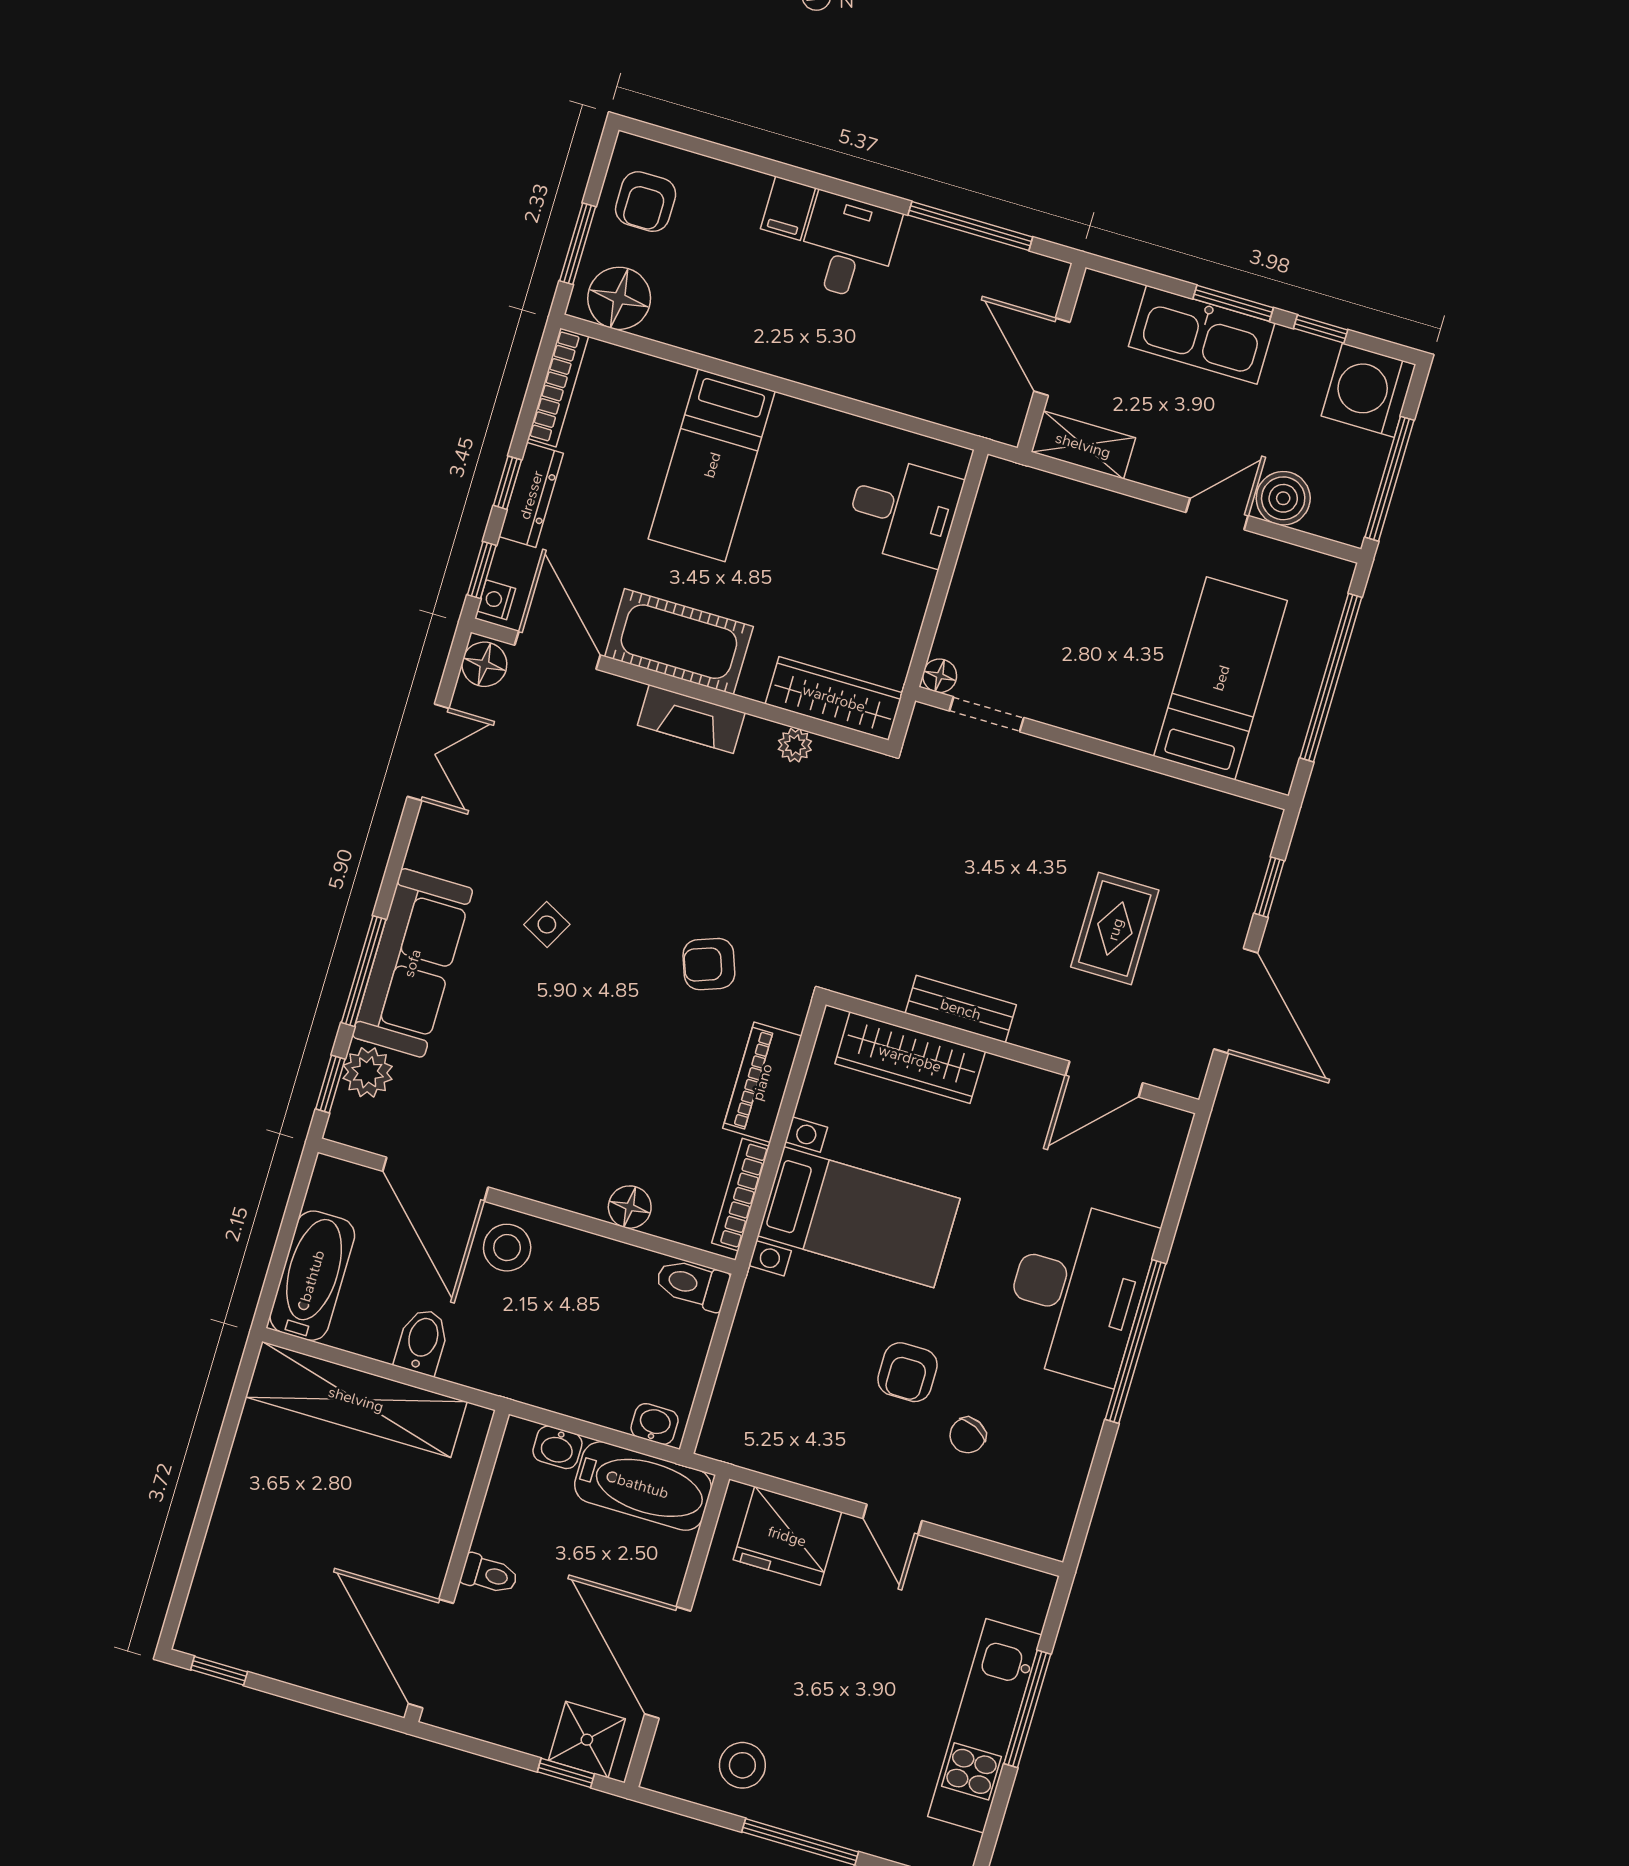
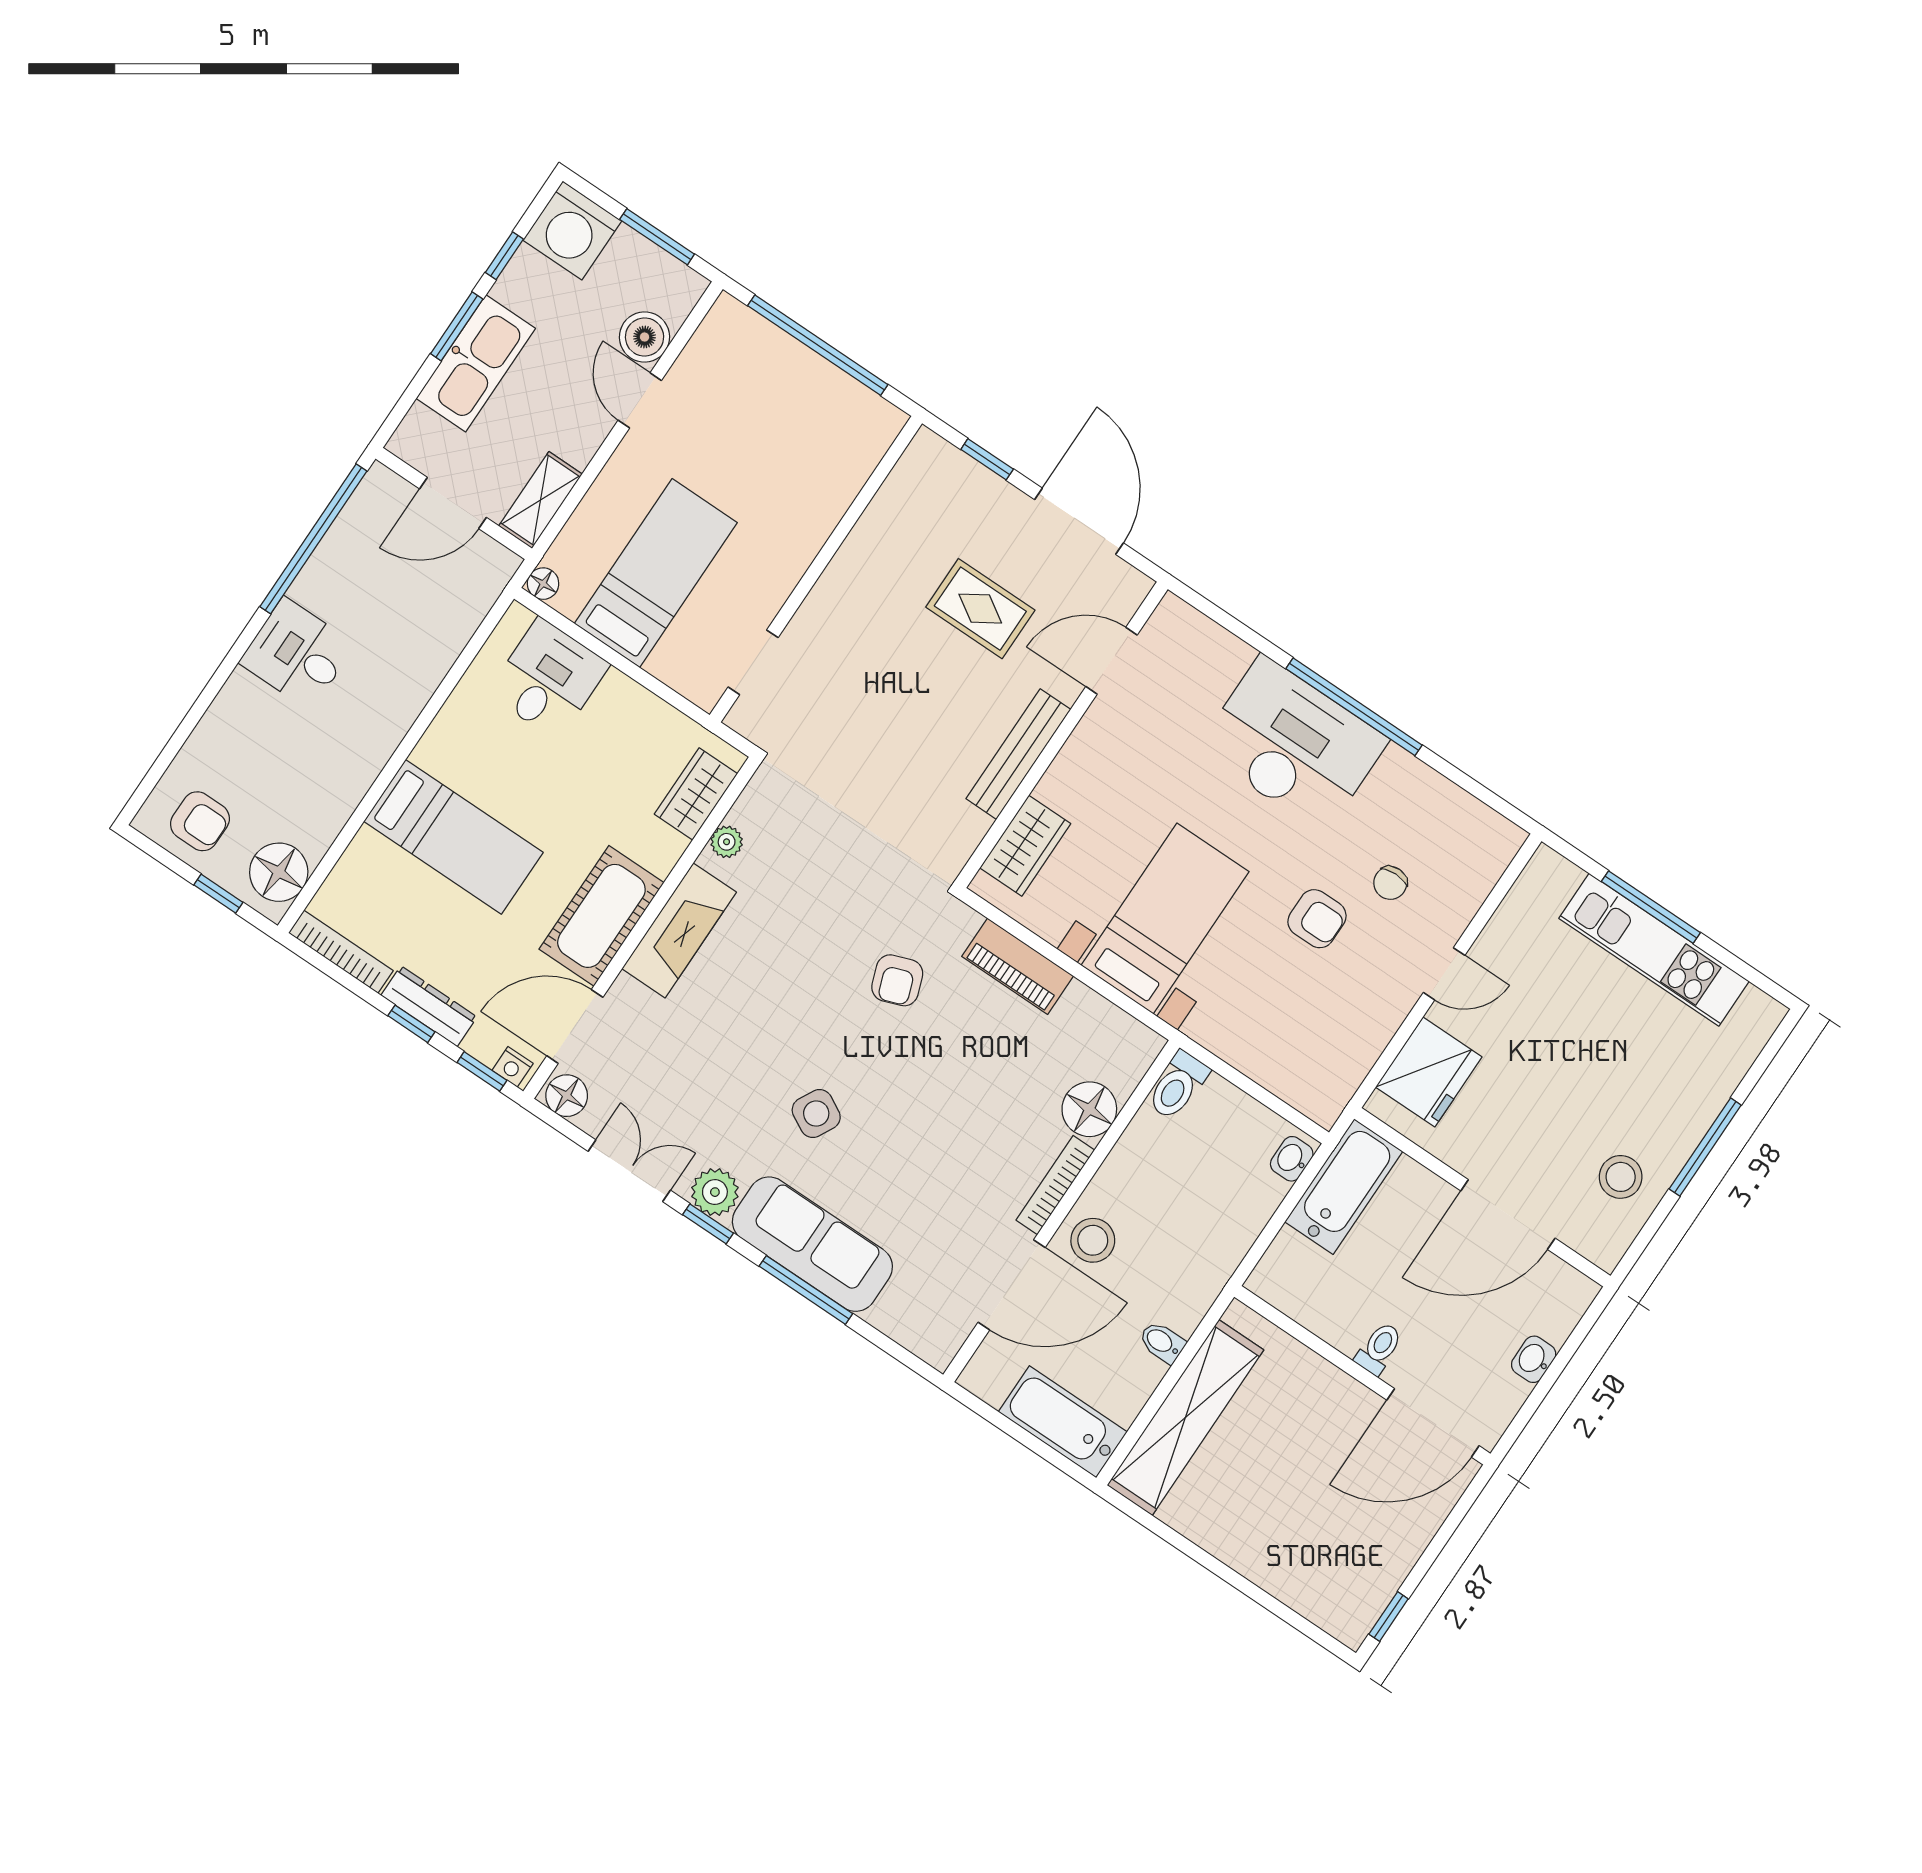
filing cabinet: (788, 208) -> (246, 696), removed
window: (970, 226) -> (313, 539), width x1.46
window: (578, 244) -> (218, 894), width x0.67
window: (1389, 479) -> (657, 237), width x0.69
floor lamp: (940, 676) -> (543, 584), moved
bed: (1221, 678) -> (656, 573), moved, turned 90
wardrobe: (834, 698) -> (696, 794), width x0.67
fireplace: (691, 719) -> (679, 930), width x1.37, depth x1.32
side table: (547, 925) -> (816, 1114), width x1.37, depth x1.37
door: (1236, 1001) -> (1079, 521), hinge flipped
bench: (961, 1009) -> (1018, 754), width x1.36
wardrobe: (910, 1058) -> (1025, 846), width x0.67
plant: (368, 1072) -> (715, 1192), moved
door: (1104, 1079) -> (1111, 661), swing flipped
window: (330, 1084) -> (708, 1224), moved
bookcase: (740, 1195) -> (1055, 1185), moved, turned 90
floor lamp: (630, 1207) -> (1089, 1109), width x1.38, depth x1.38
bidet: (422, 1341) -> (1162, 1342), width x0.72, depth x0.74
chair: (968, 1435) -> (1390, 883), turned 64
washbasin: (557, 1447) -> (1534, 1359), moved, turned 180
shower: (587, 1740) -> (1554, 1308), removed
window: (566, 1773) -> (1578, 1336), removed

